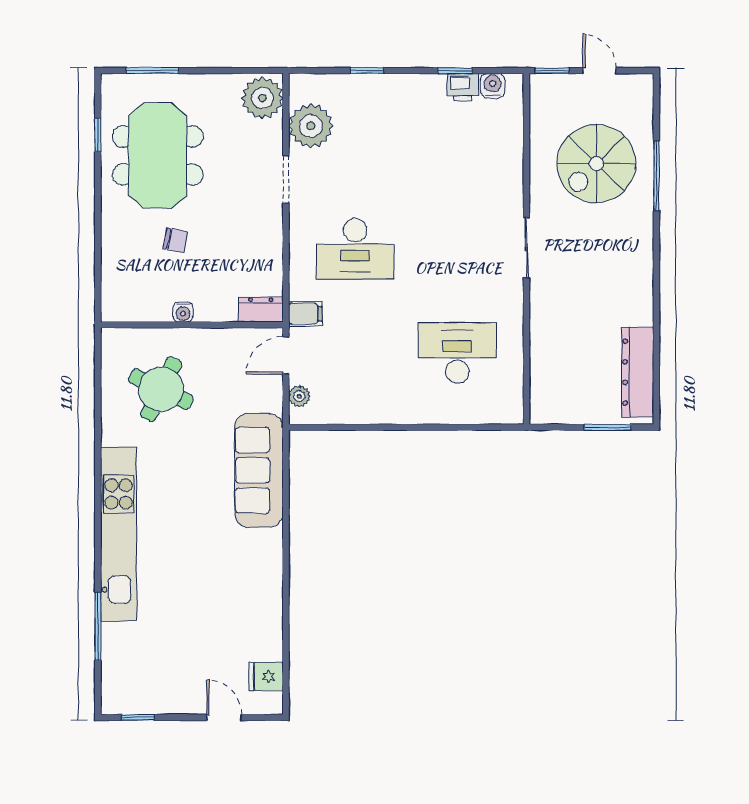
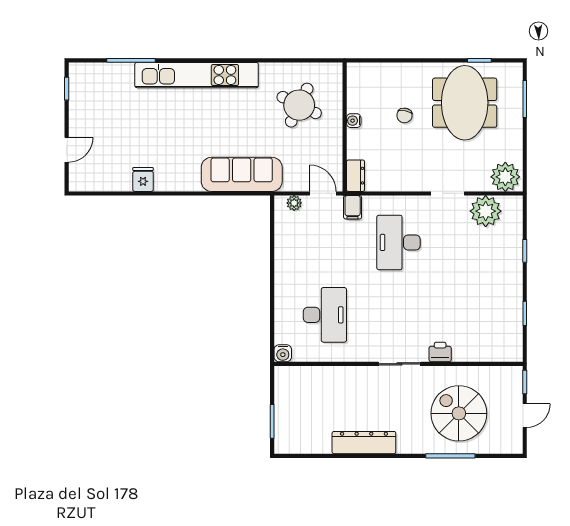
water cooler: (493, 86) -> (283, 353), moved, turned 90
printer: (463, 87) -> (440, 352), moved, turned 90
meeting table: (158, 155) -> (465, 103), turned 90
dresser: (638, 372) -> (364, 443), moved
fridge: (266, 676) -> (143, 179), moved

